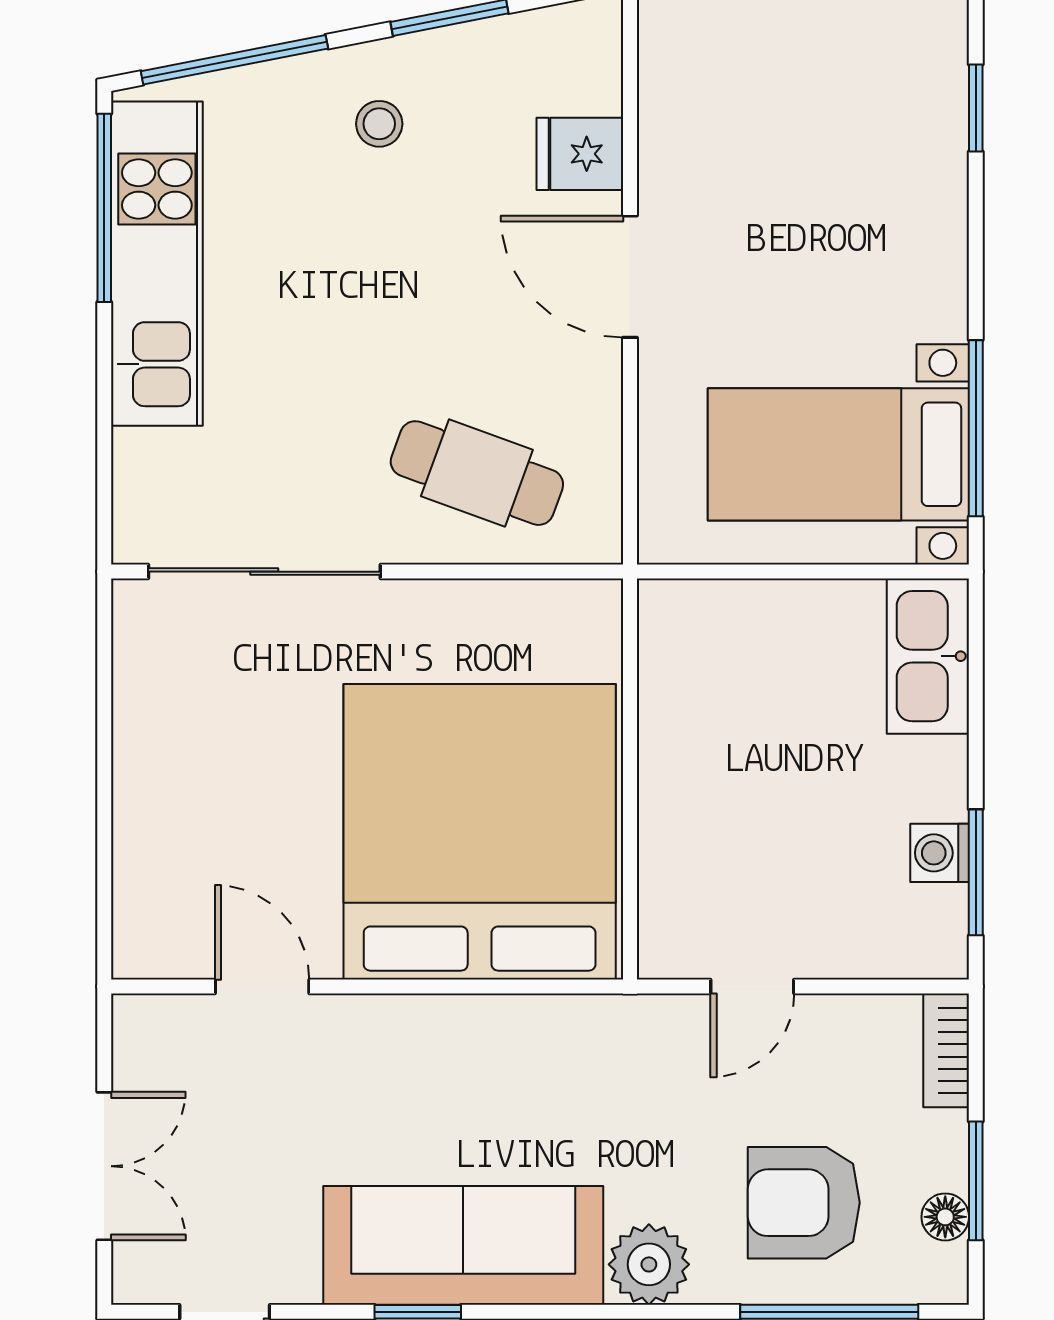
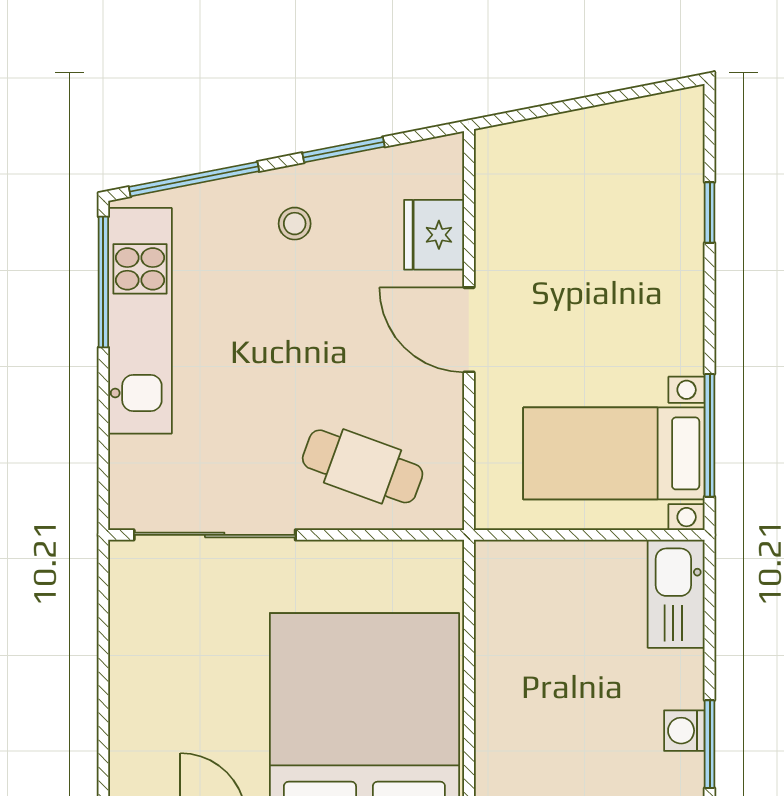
fridge: (580, 154) -> (434, 235), width x1.38

